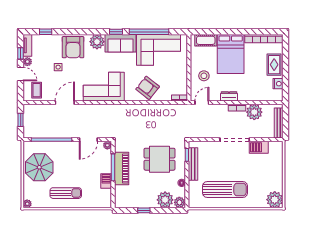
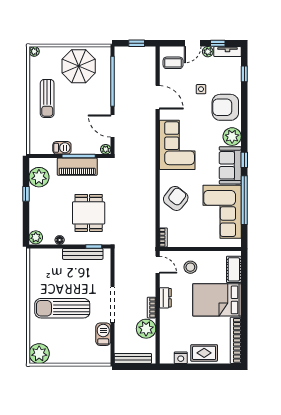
sun lounger: (225, 189) -> (62, 308), moved, turned 90
plant: (165, 200) -> (39, 177), moved

